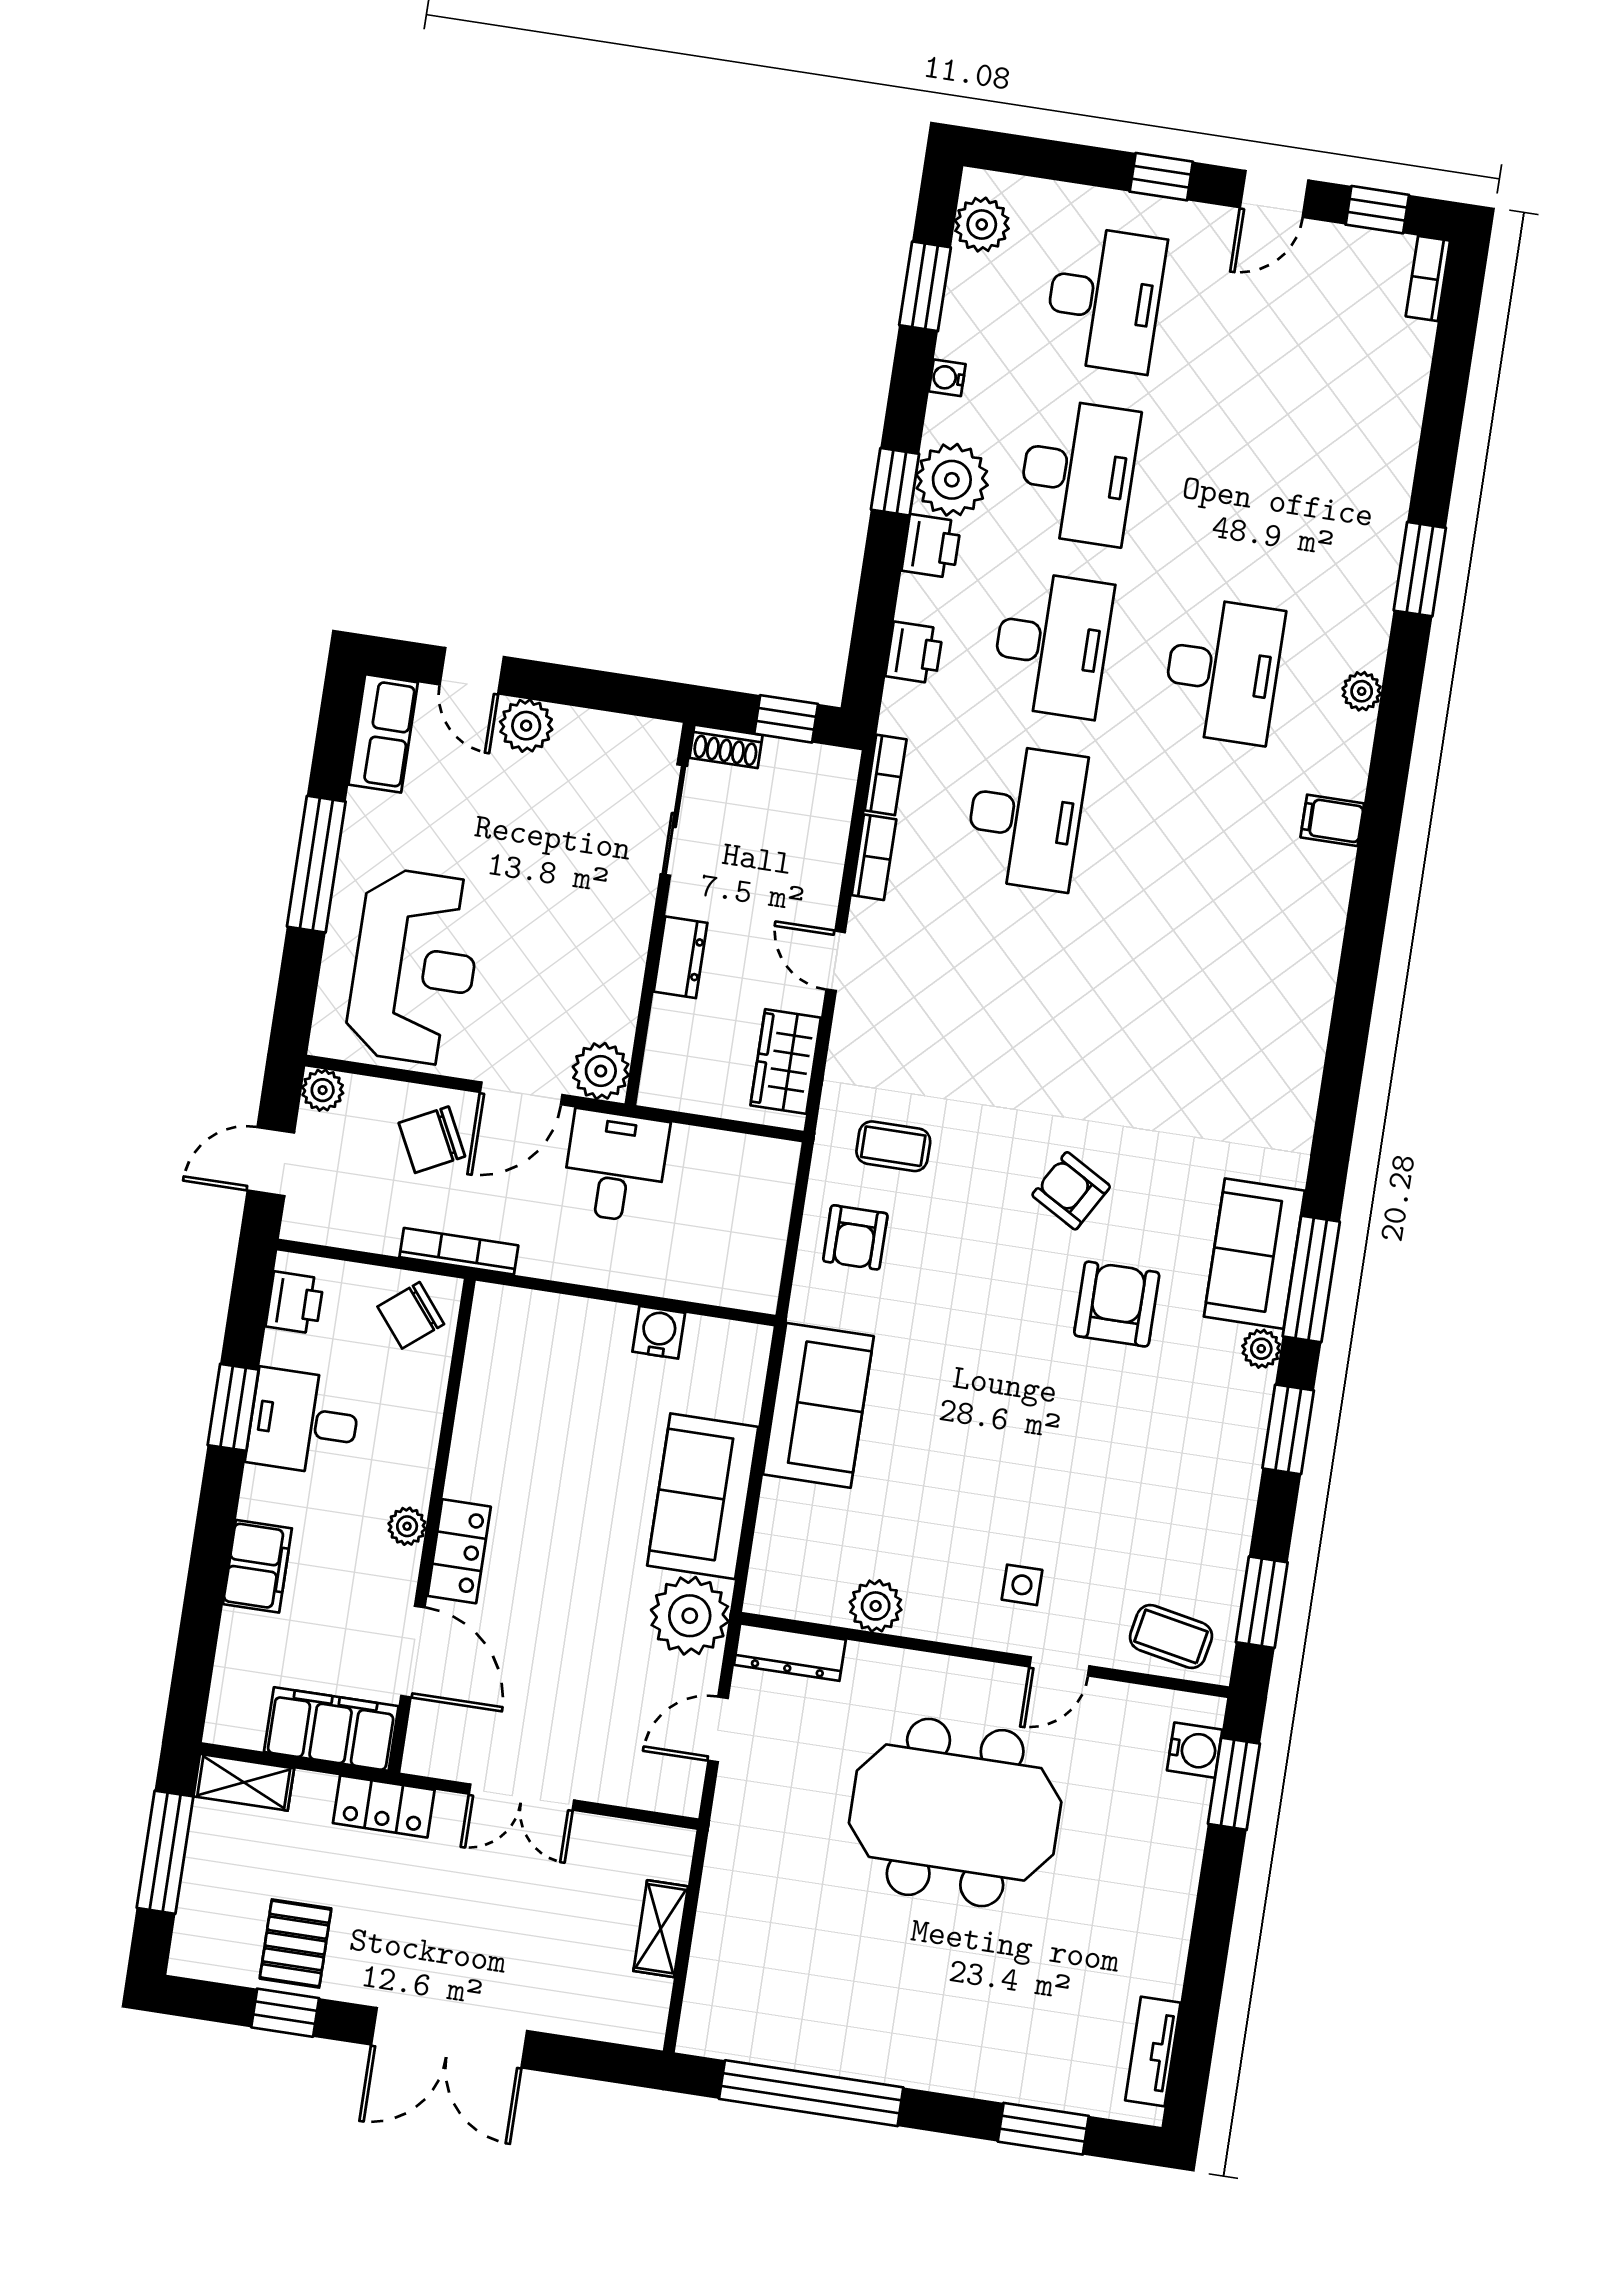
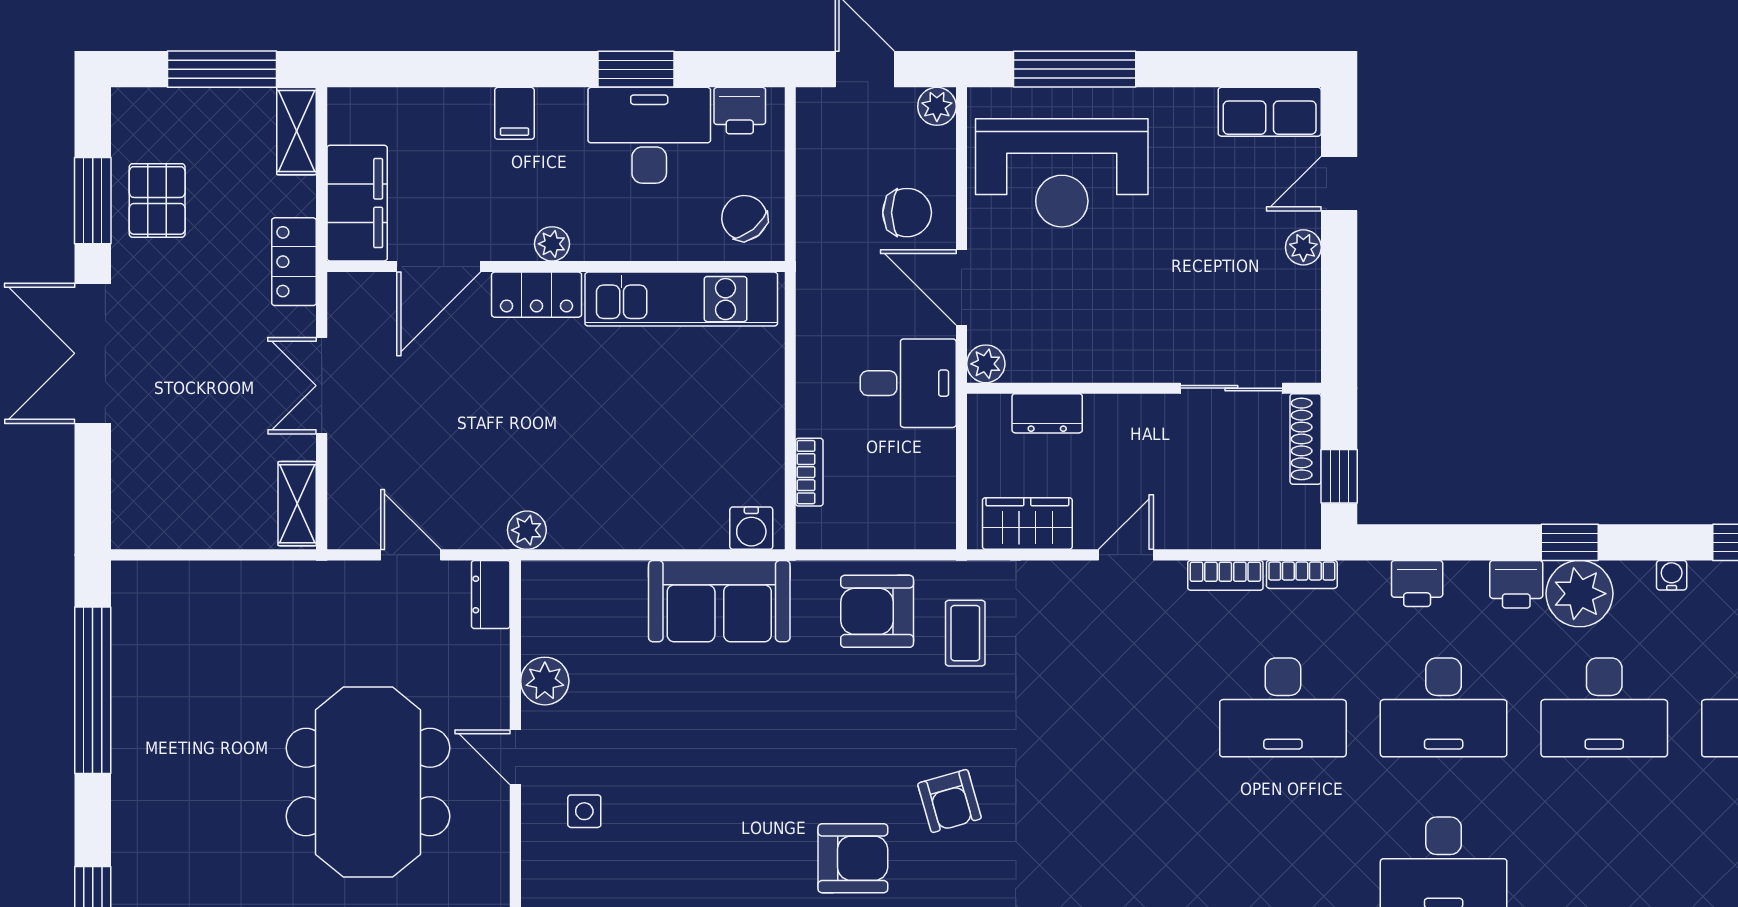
plant: (526, 726) -> (1303, 247), width x0.73, depth x0.73
shoe rack: (726, 746) -> (1306, 439), width x1.43
window: (316, 864) -> (1075, 69), moved
dresser: (680, 957) -> (1047, 413), moved
plant: (601, 1071) -> (986, 364), width x0.73, depth x0.73
chair: (432, 1140) -> (907, 213), turned 117
armchair: (1071, 1191) -> (950, 801), turned 134
armchair: (855, 1237) -> (877, 611), width x1.38, depth x1.38
bookcase: (459, 1251) -> (809, 472), moved, width x0.64
water cooler: (659, 1332) -> (751, 528), moved, turned 90
kitchen unit: (488, 1396) -> (681, 299), added
desk: (304, 1422) -> (649, 135), width x1.37
sofa: (703, 1496) -> (621, 509), removed
filing cabinet: (257, 1566) -> (514, 113), width x0.50
plant: (690, 1616) -> (527, 530), width x0.53, depth x0.53
dresser: (790, 1652) -> (491, 594), width x0.70
door: (1059, 1666) -> (515, 757), moved
shelving: (661, 1929) -> (297, 504), moved, turned 90
pallet: (296, 1943) -> (157, 200), turned 90
window: (285, 2013) -> (93, 201), width x1.50

